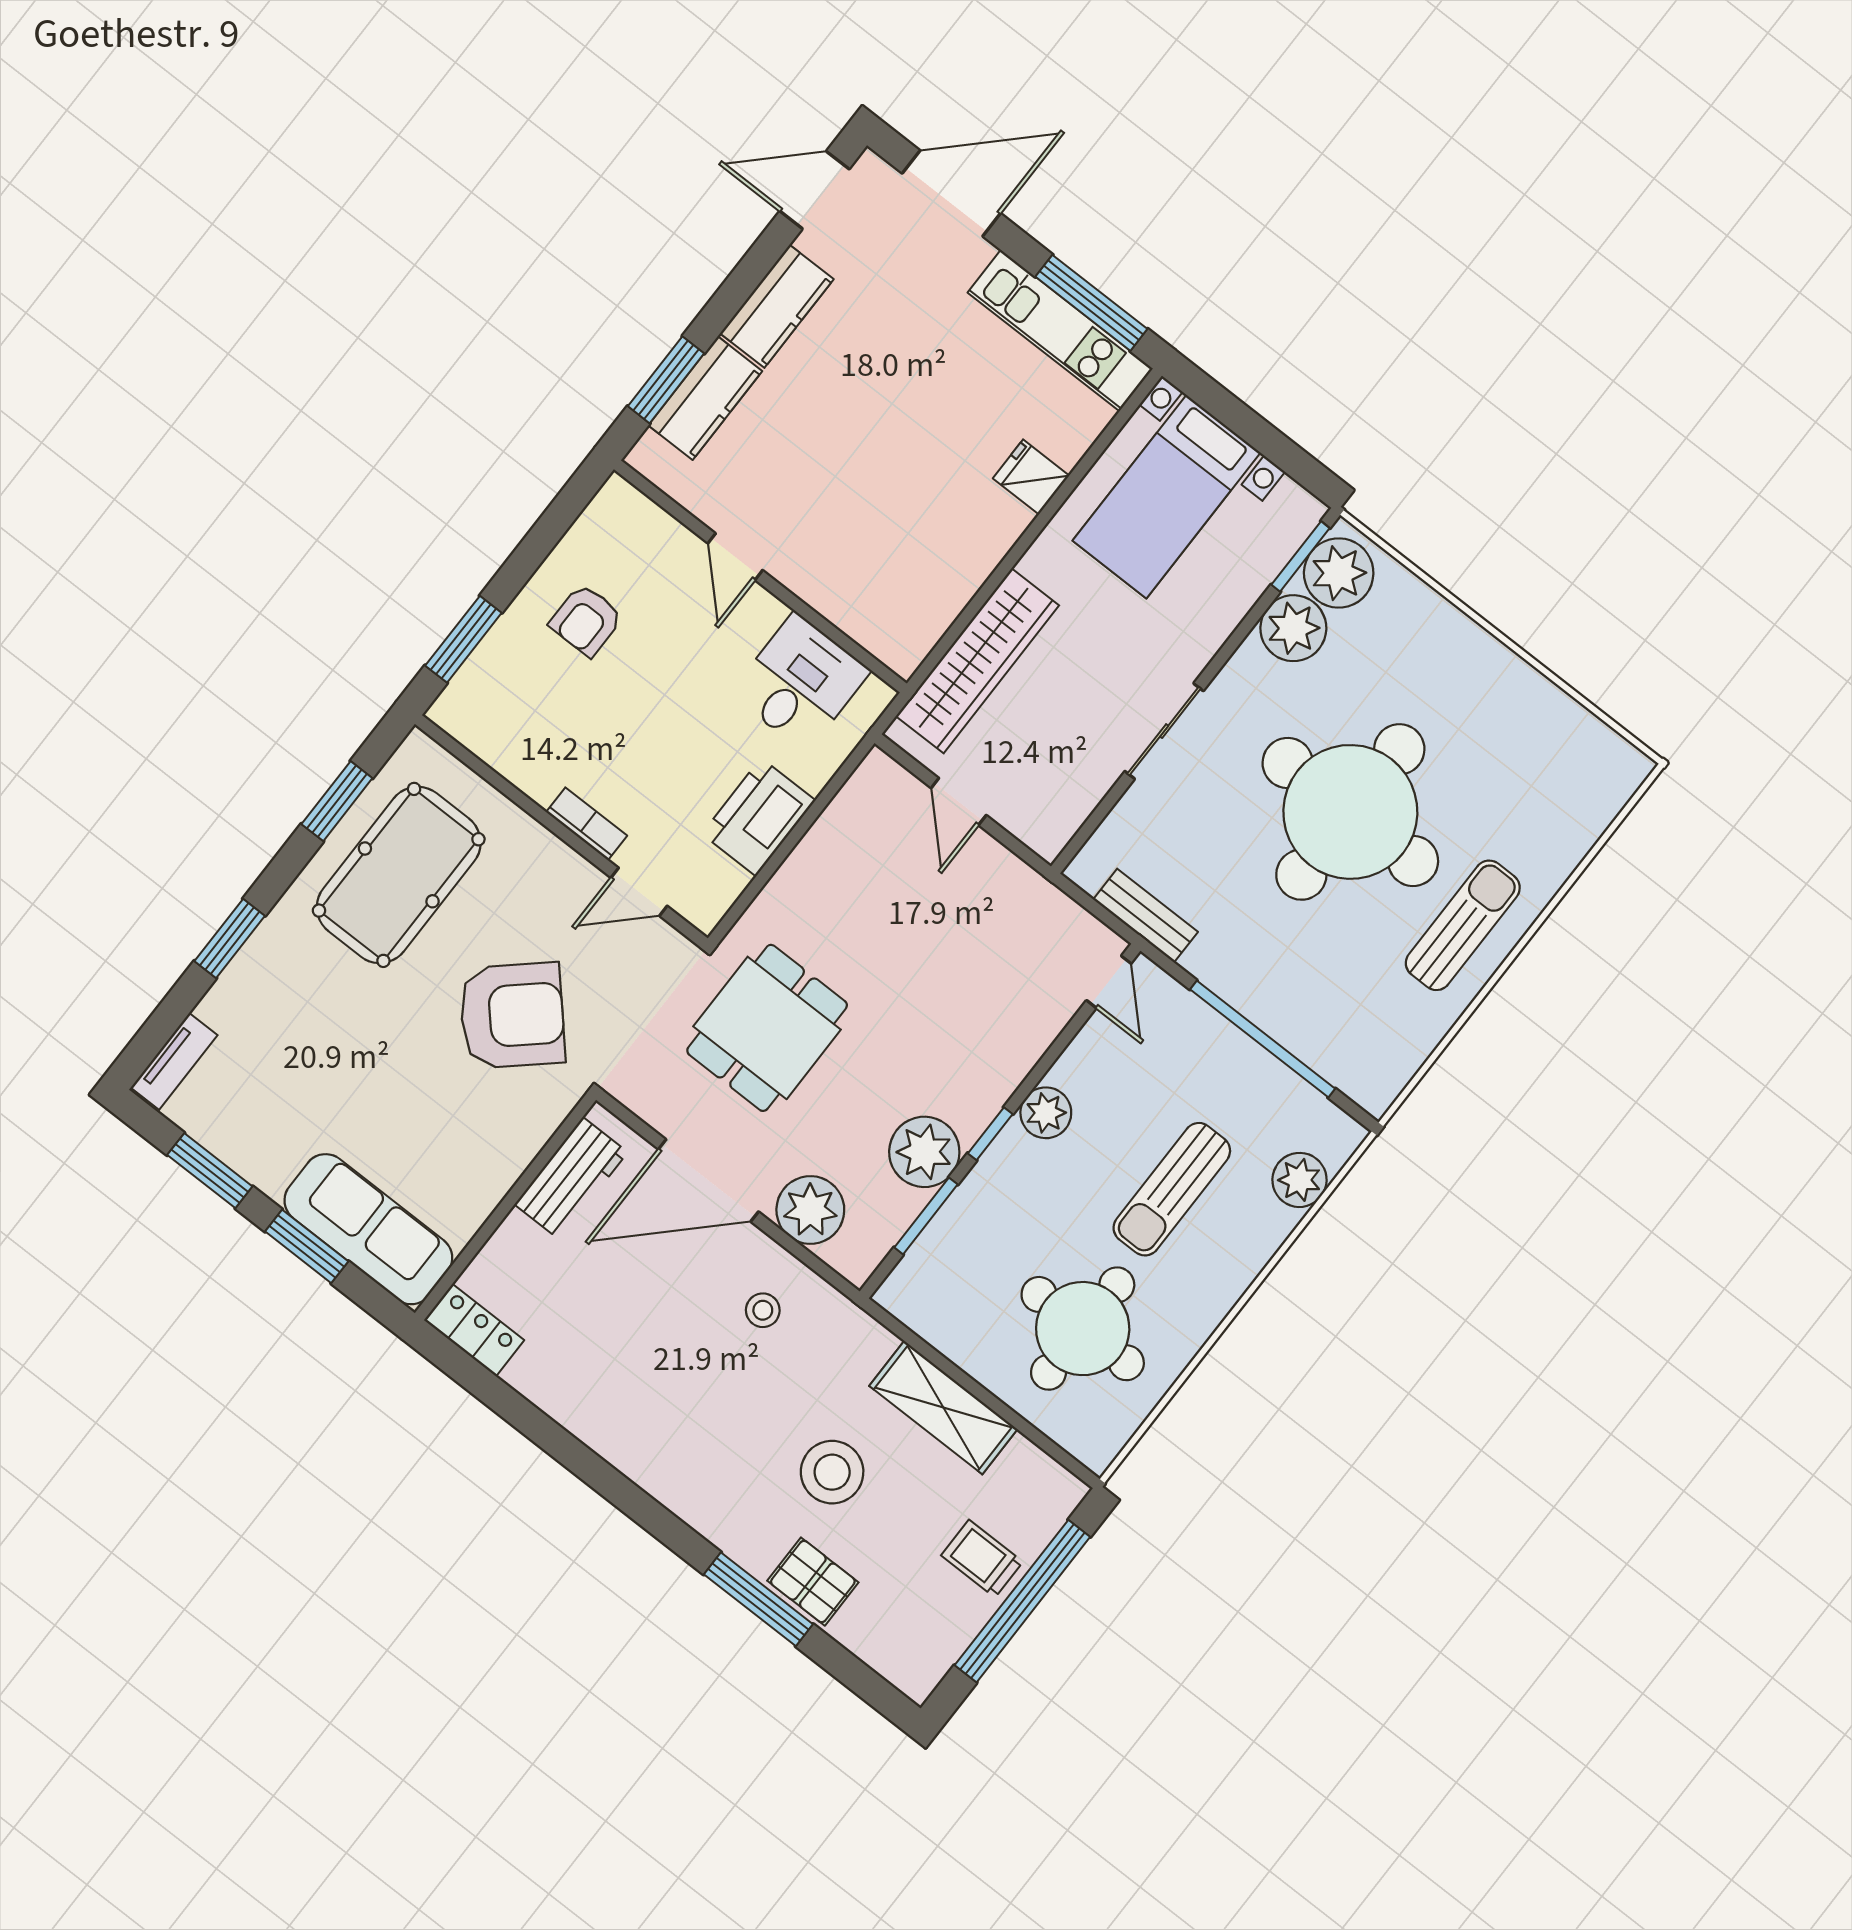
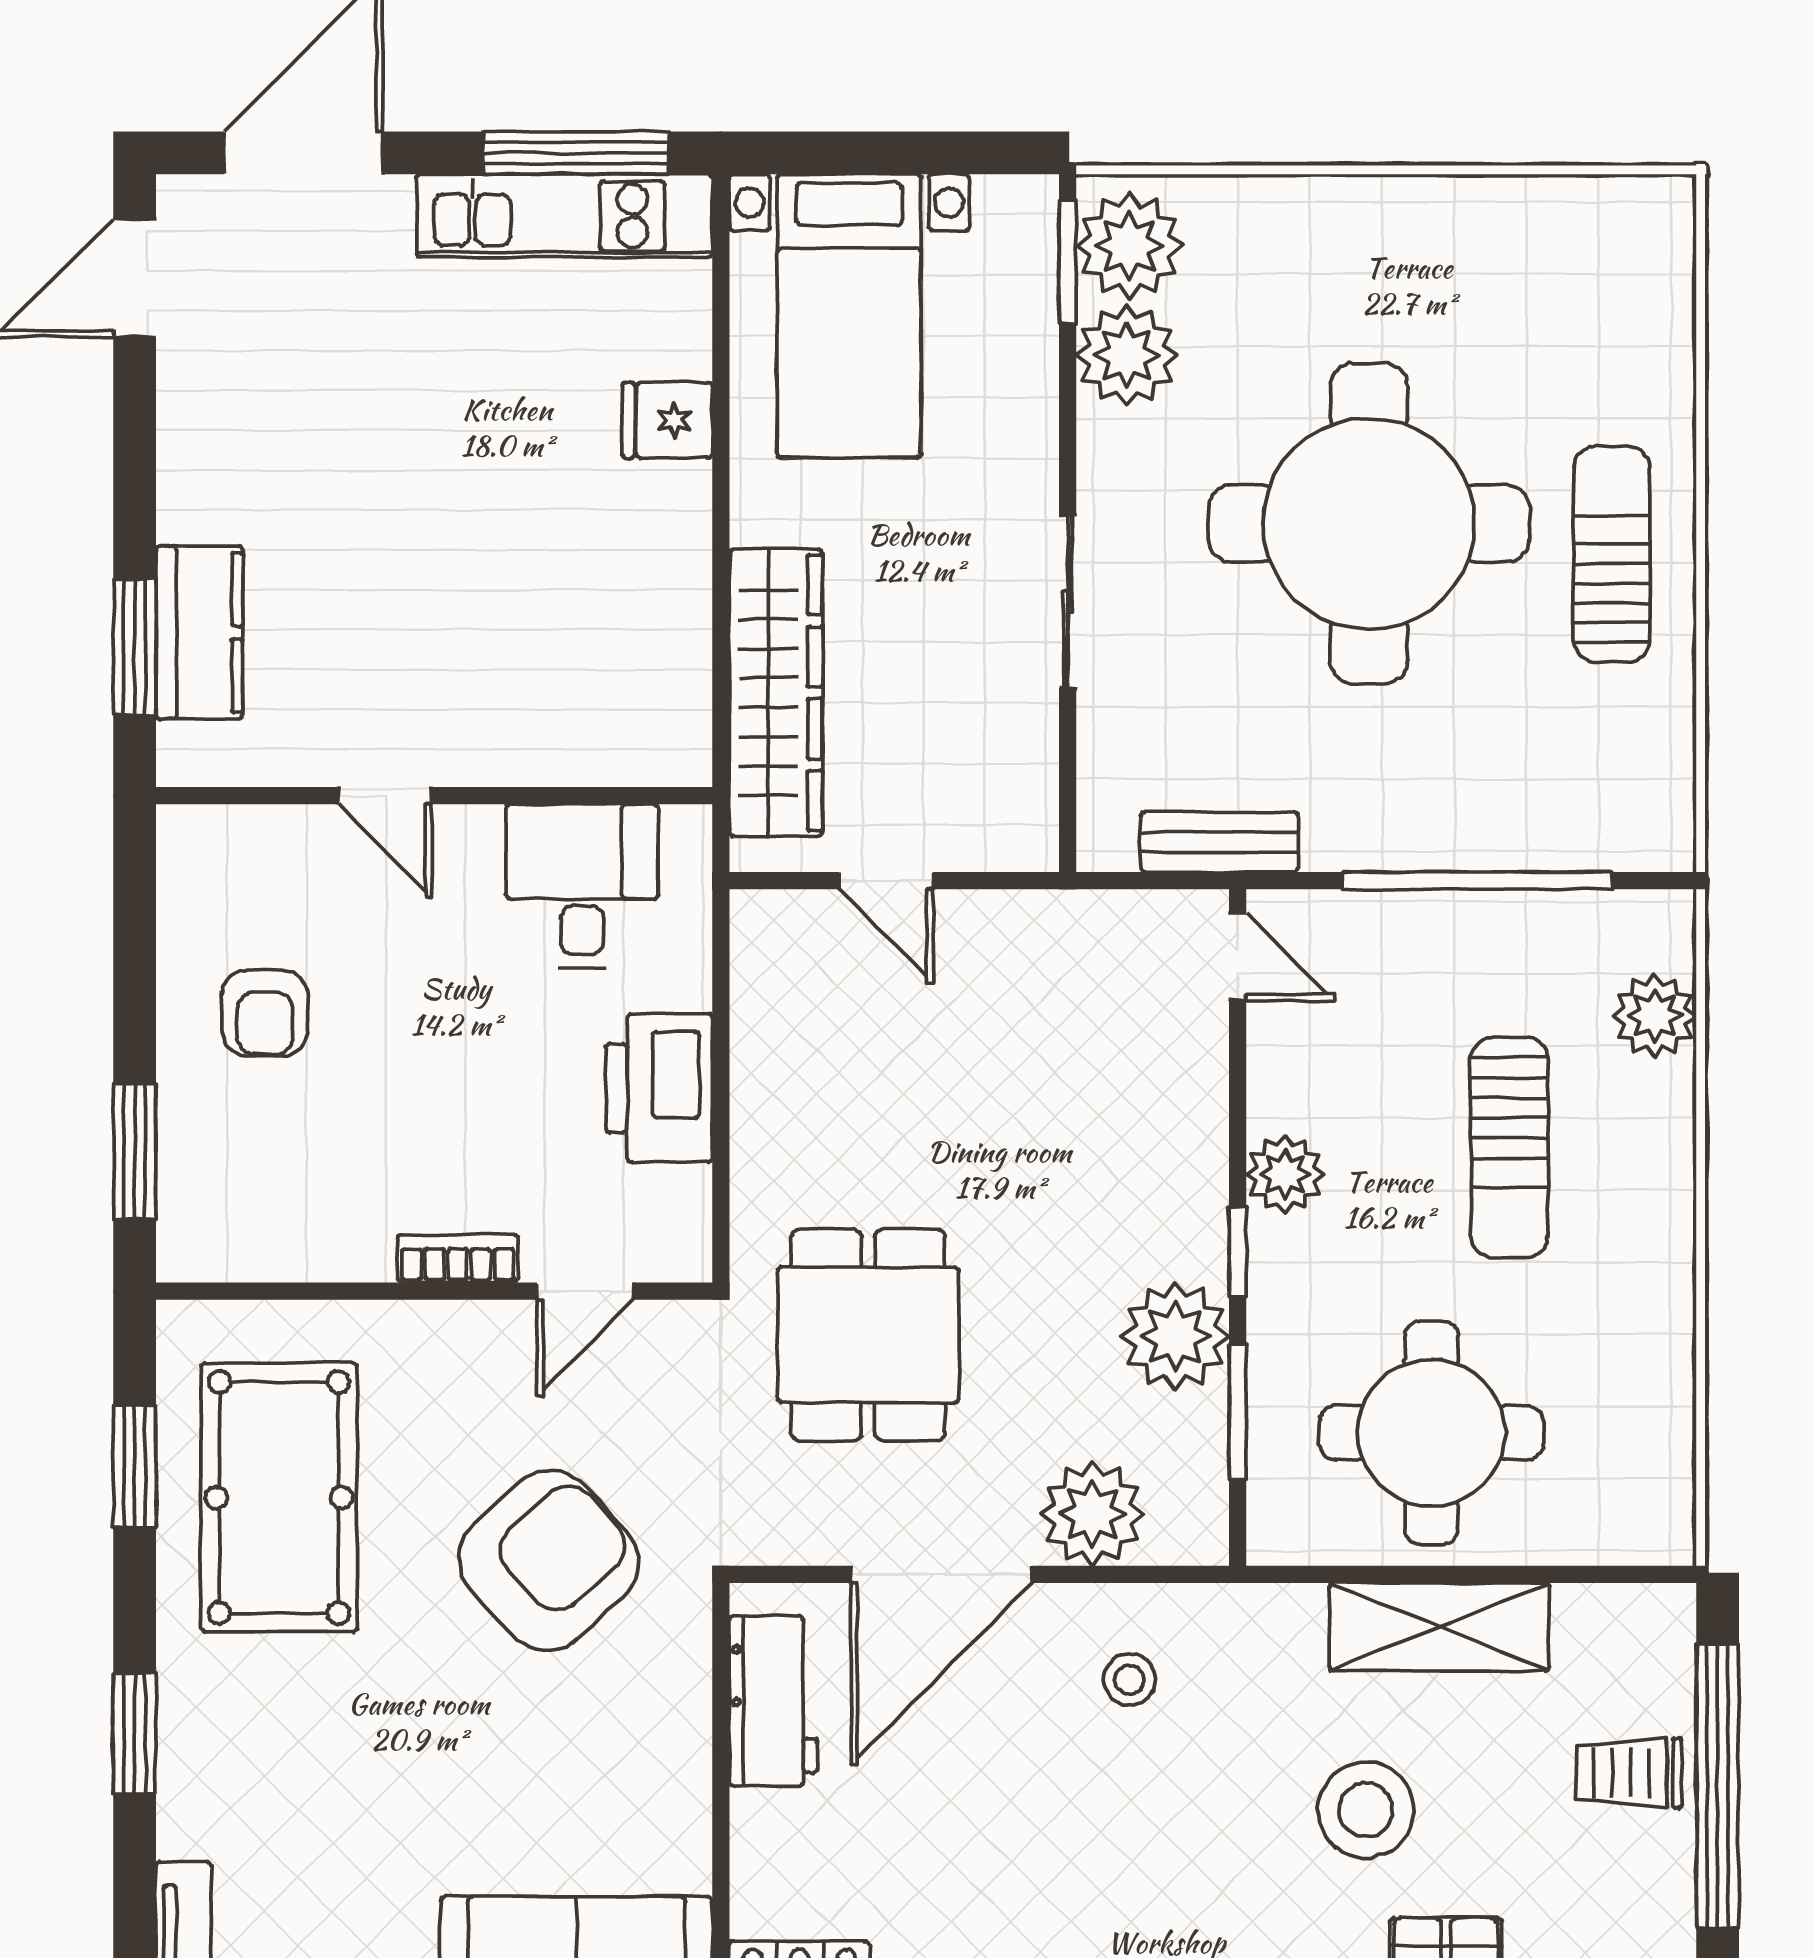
kitchen counter: (777, 306) -> (199, 454), removed
round table: (1083, 1329) -> (1431, 1433), moved

